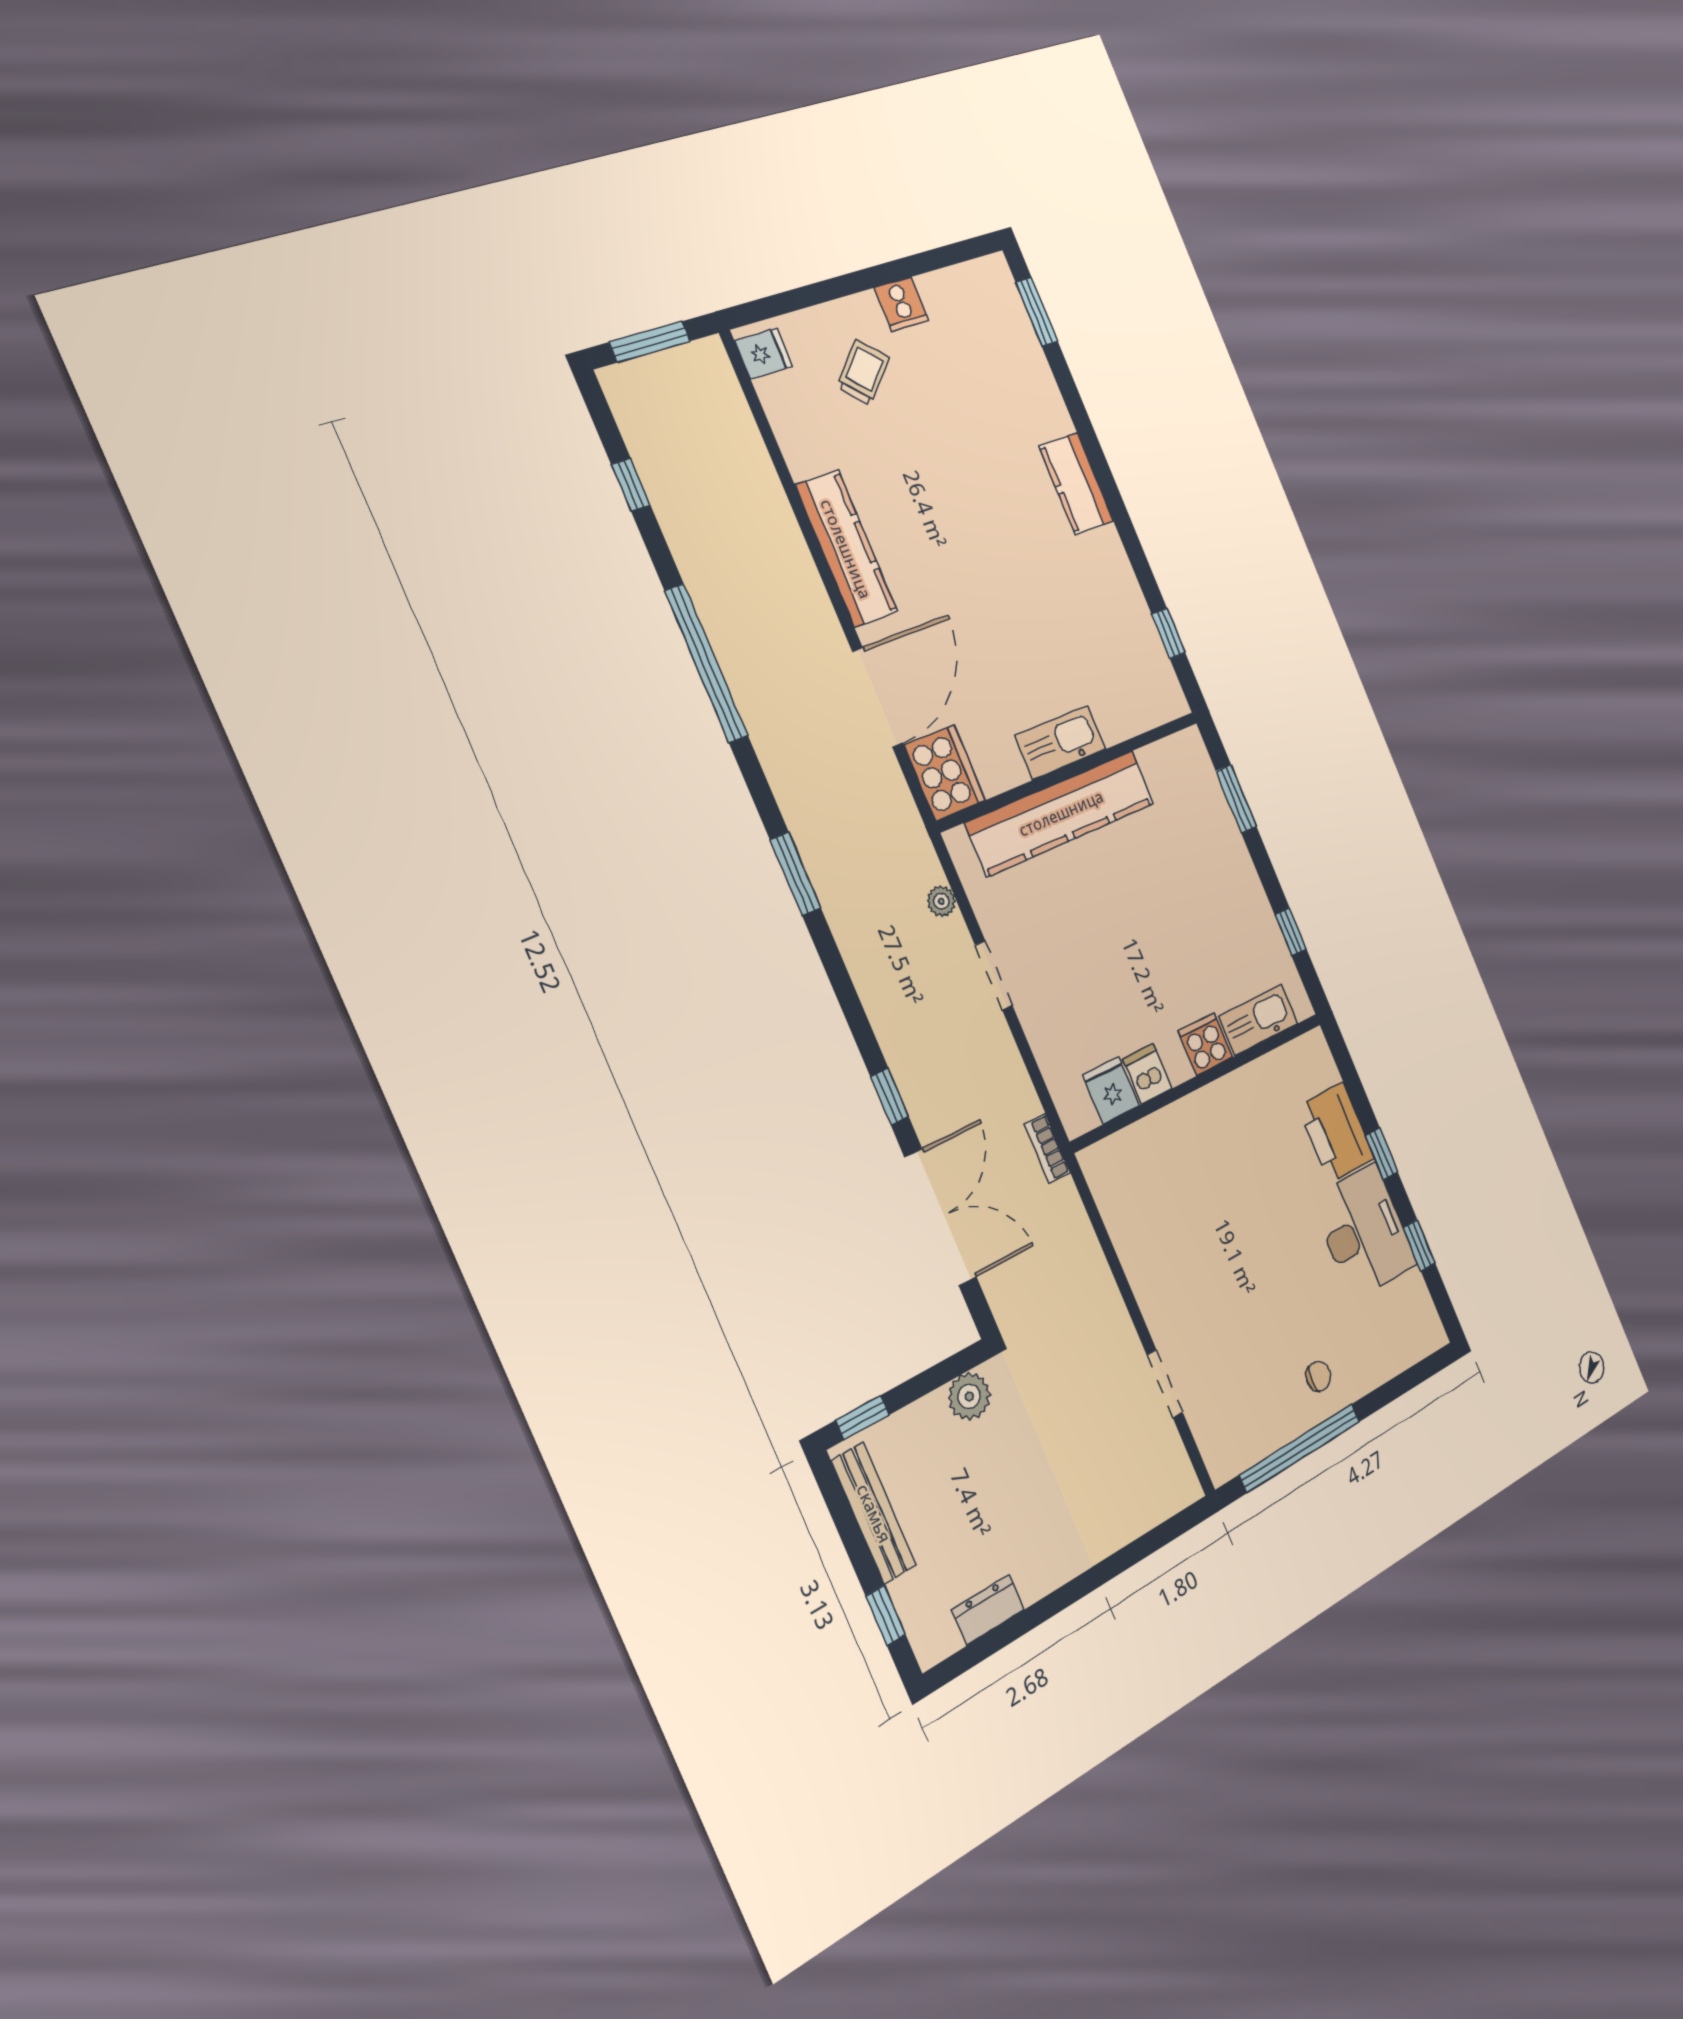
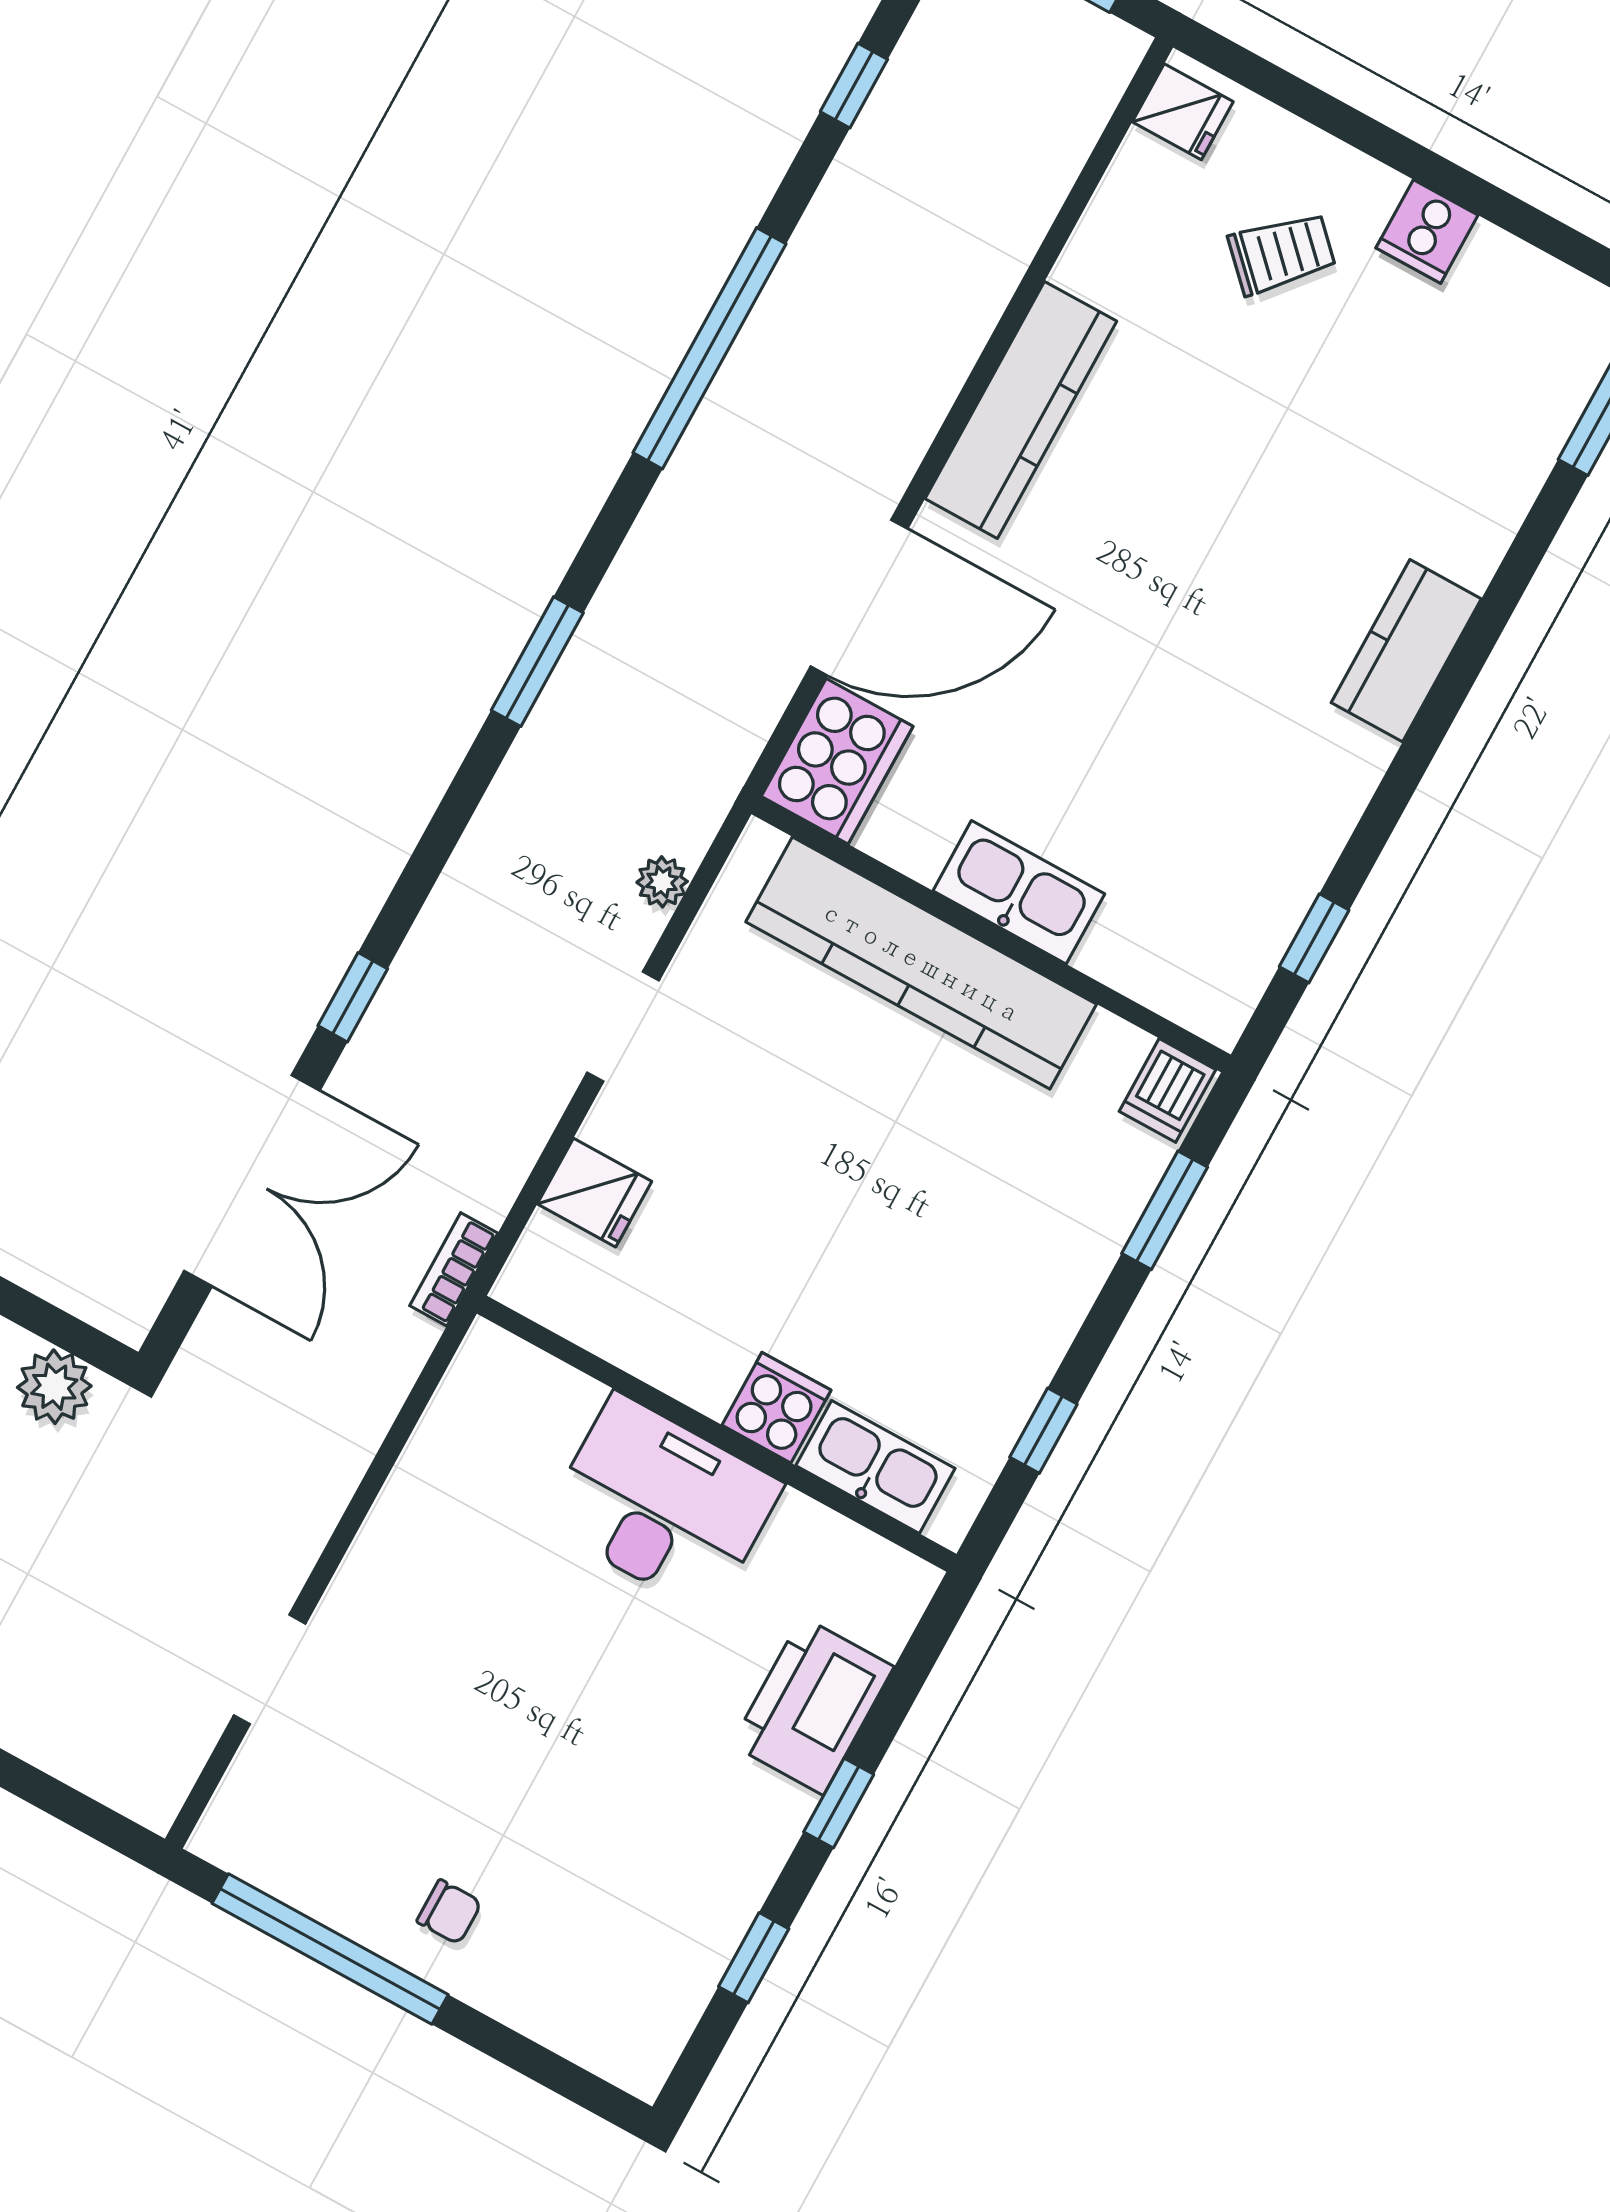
dishwasher: (1147, 1074) -> (1167, 1090), moved, turned 180
fridge: (1111, 1090) -> (594, 1193), moved, turned 90
desk: (1364, 1232) -> (663, 1504), moved, turned -90

